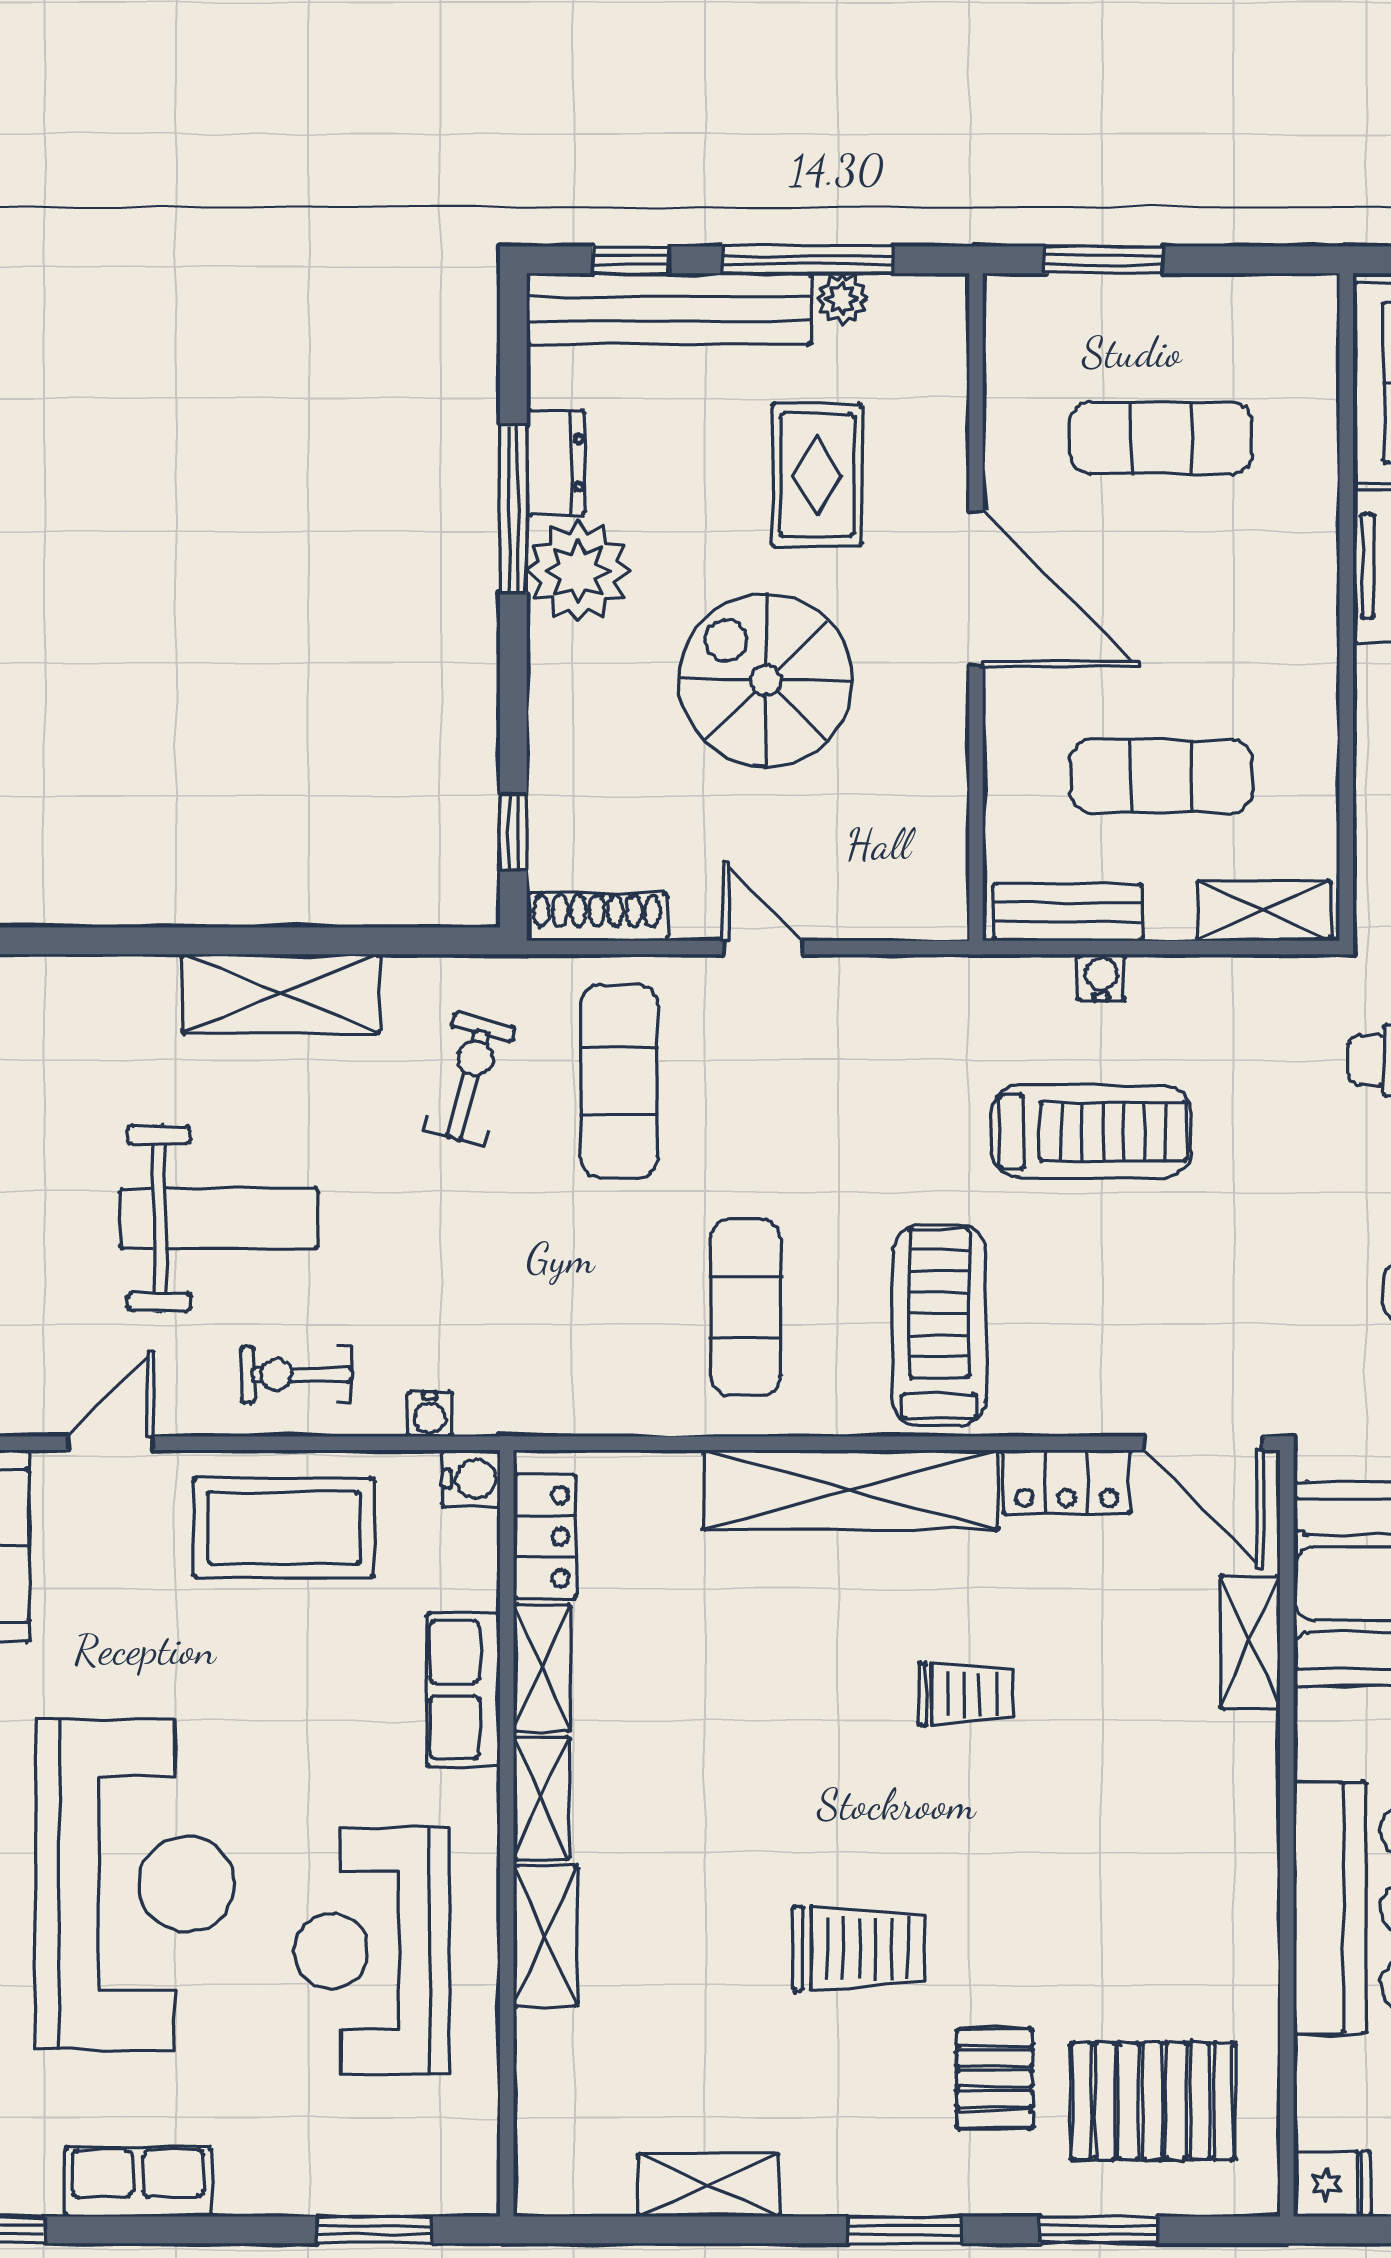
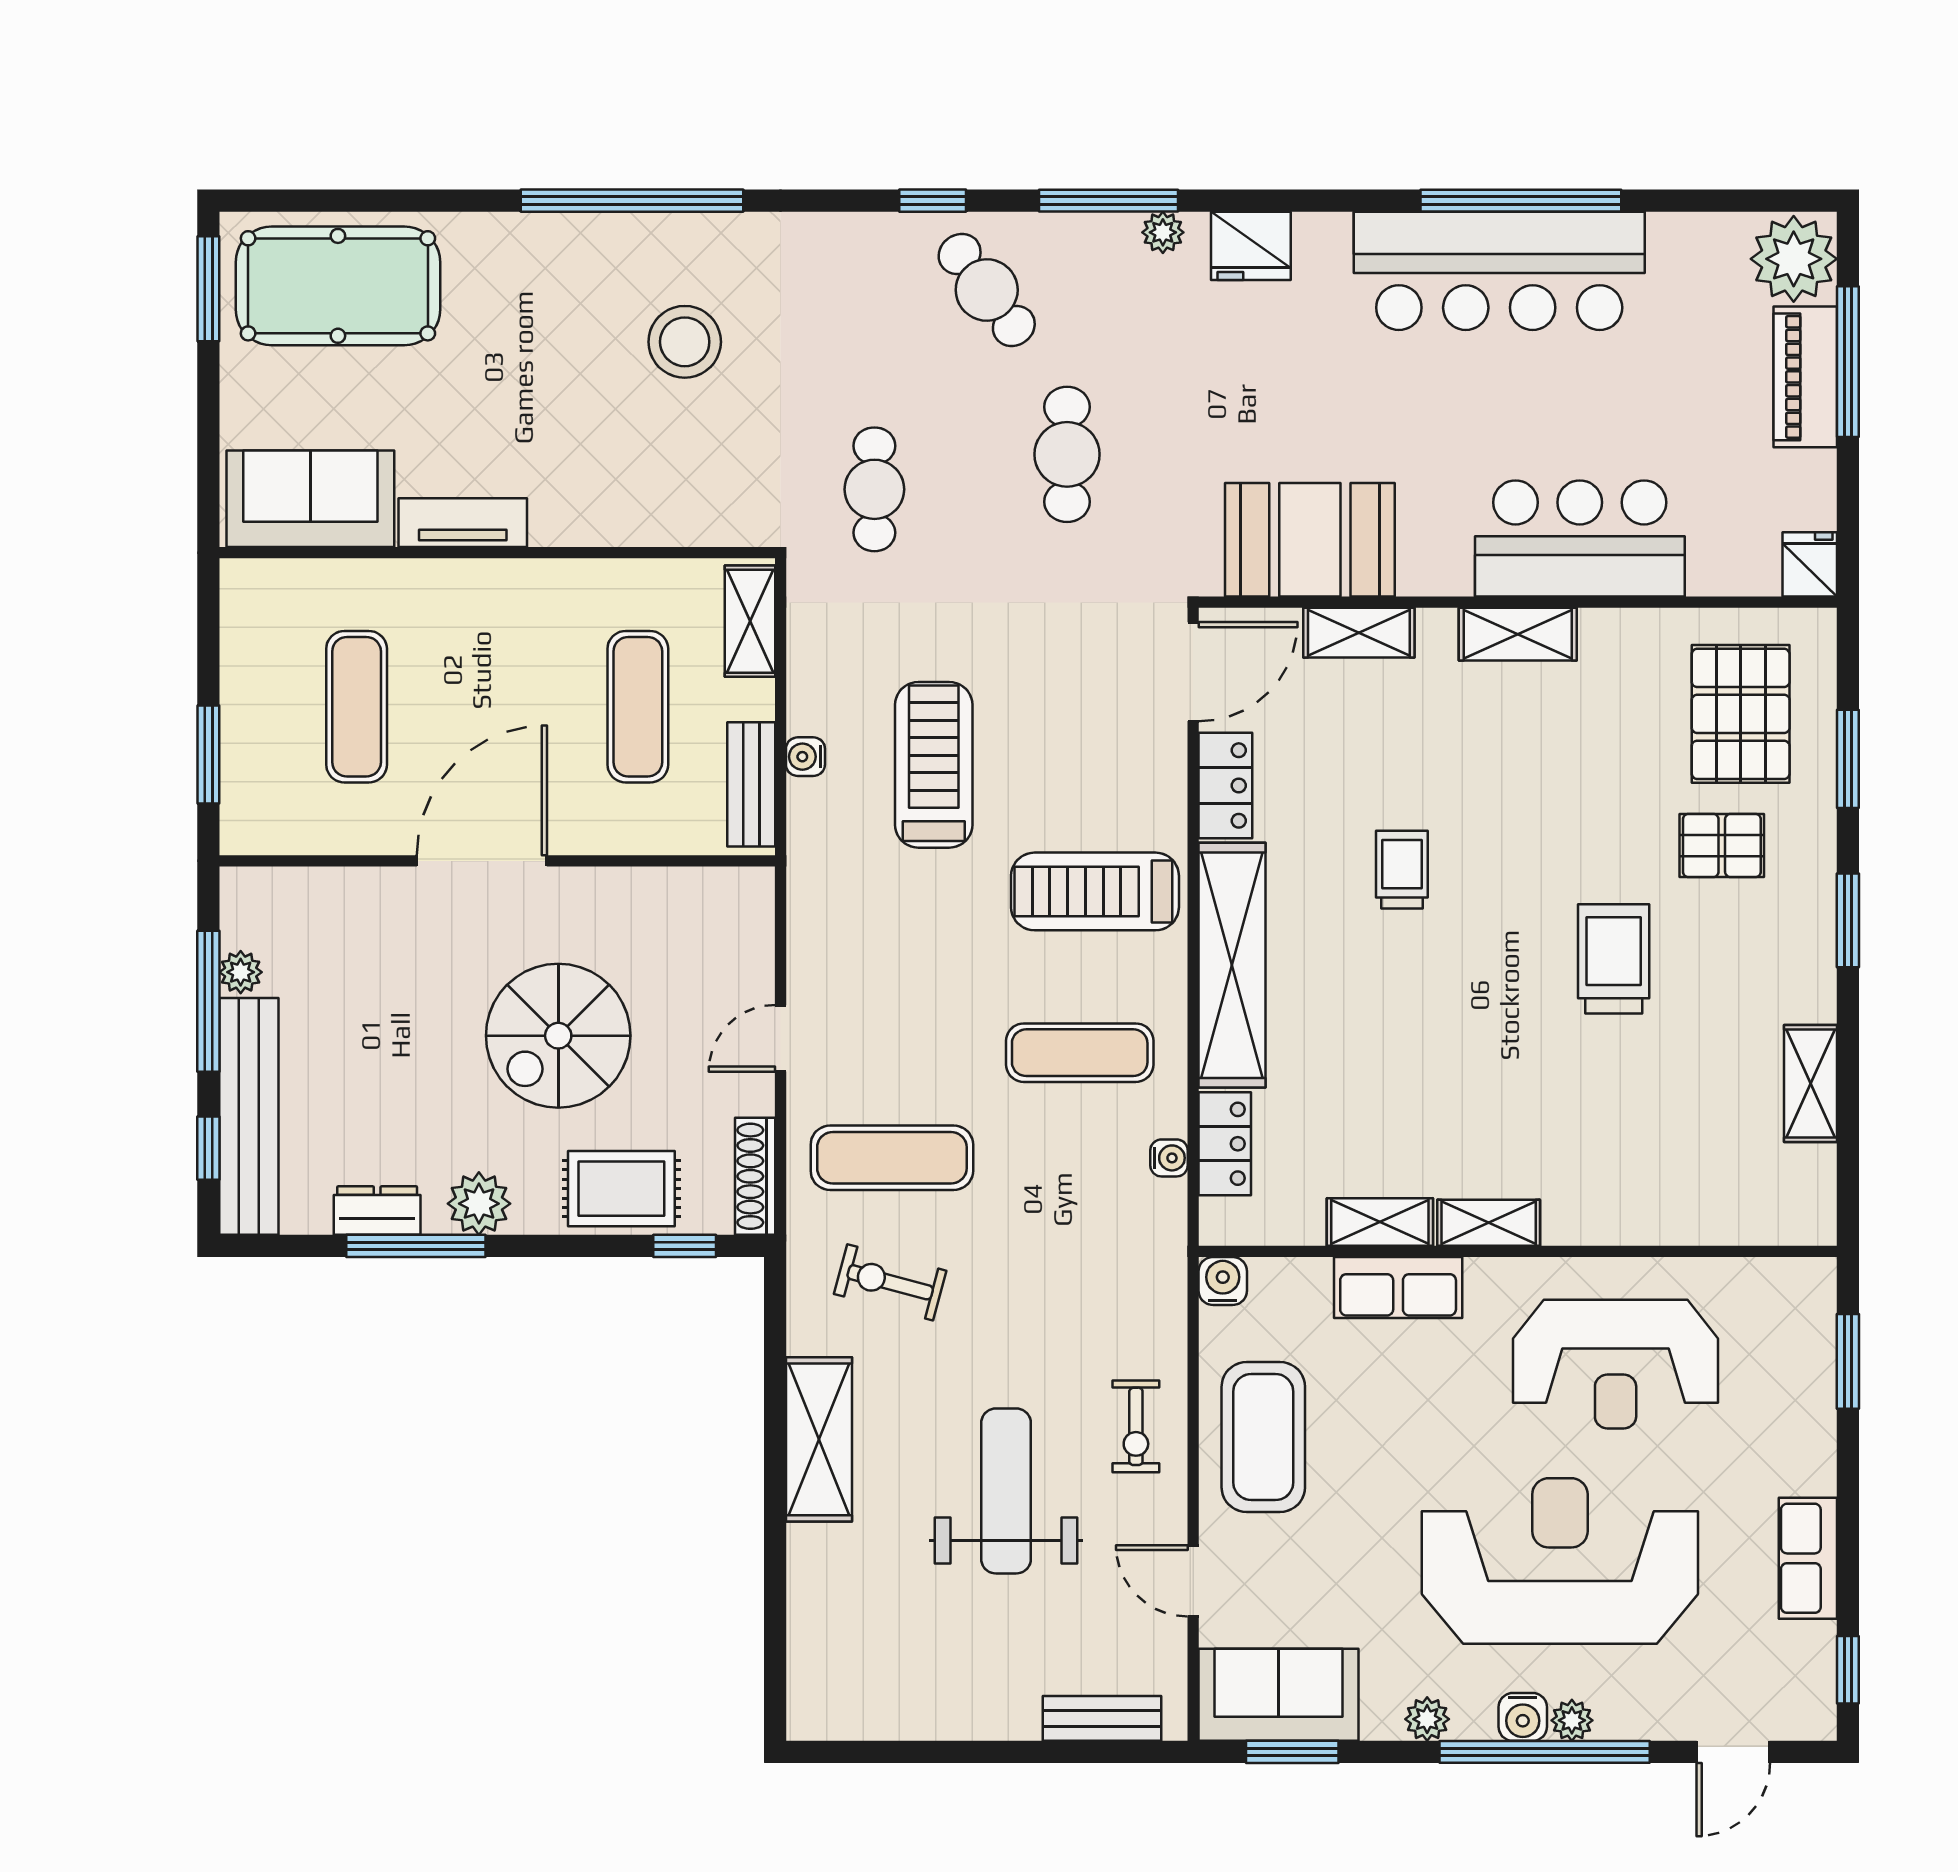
rug: (817, 475) -> (621, 1189), moved
plant: (578, 571) -> (479, 1204), width x0.73, depth x0.73
water cooler: (430, 1414) -> (1169, 1158), moved
locker: (545, 1537) -> (1225, 1144), moved, turned 90
shelving: (545, 1936) -> (1518, 634), moved

